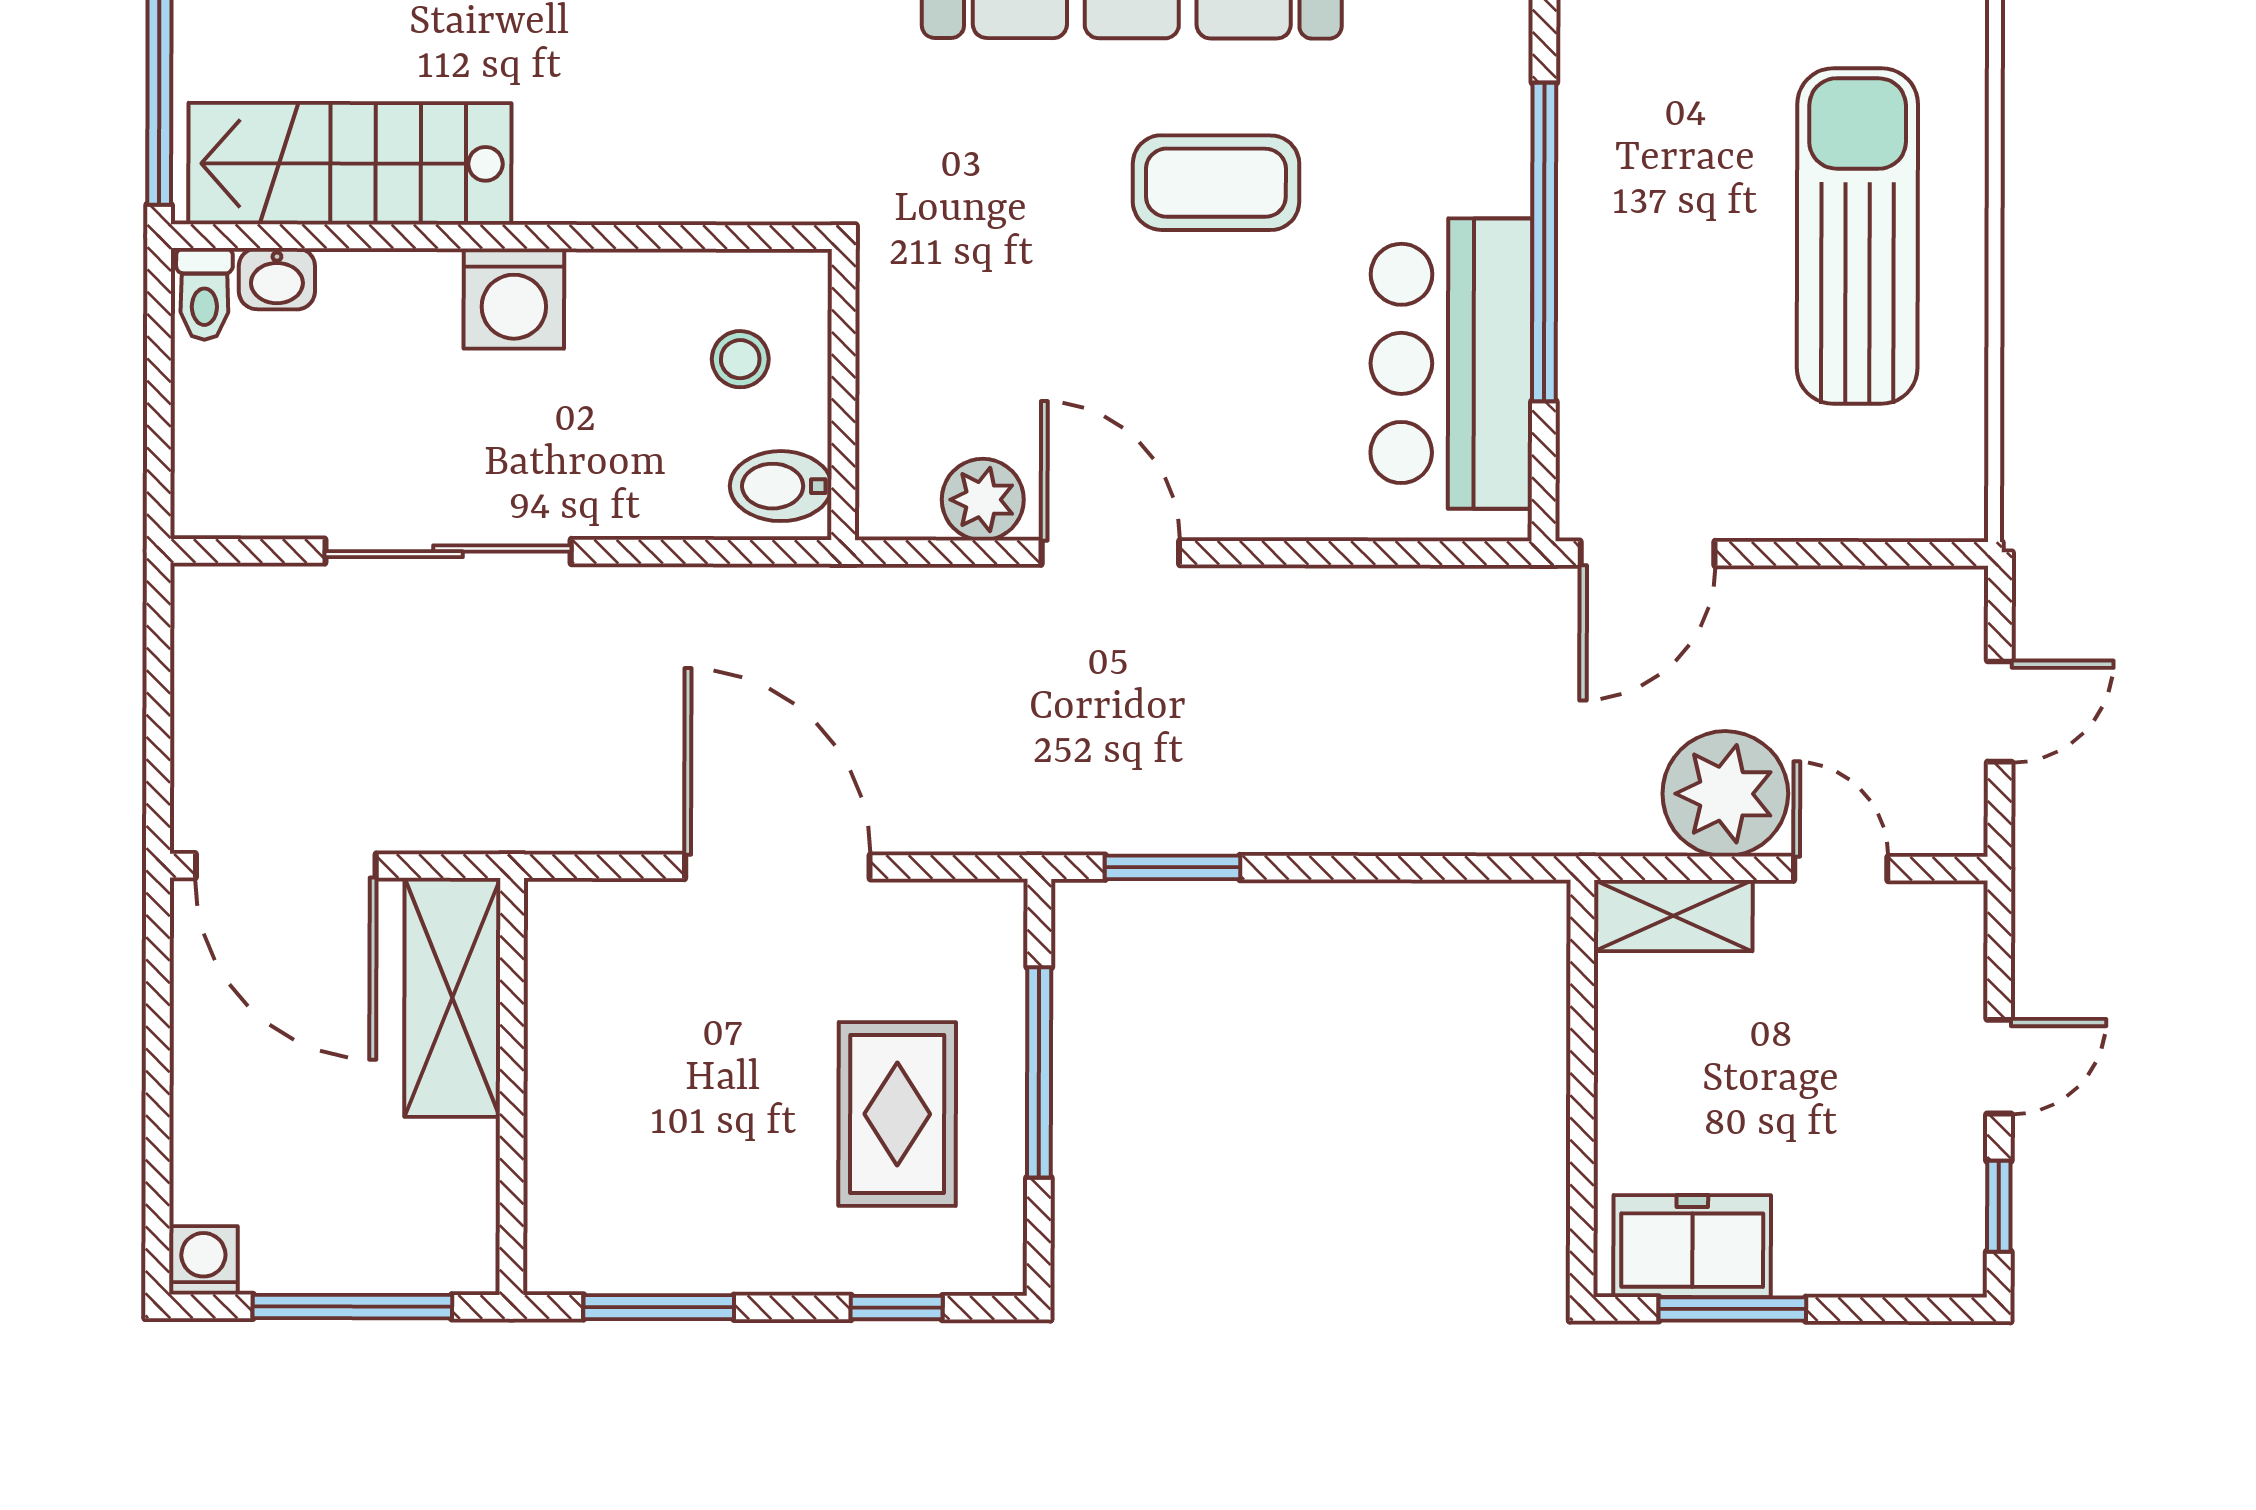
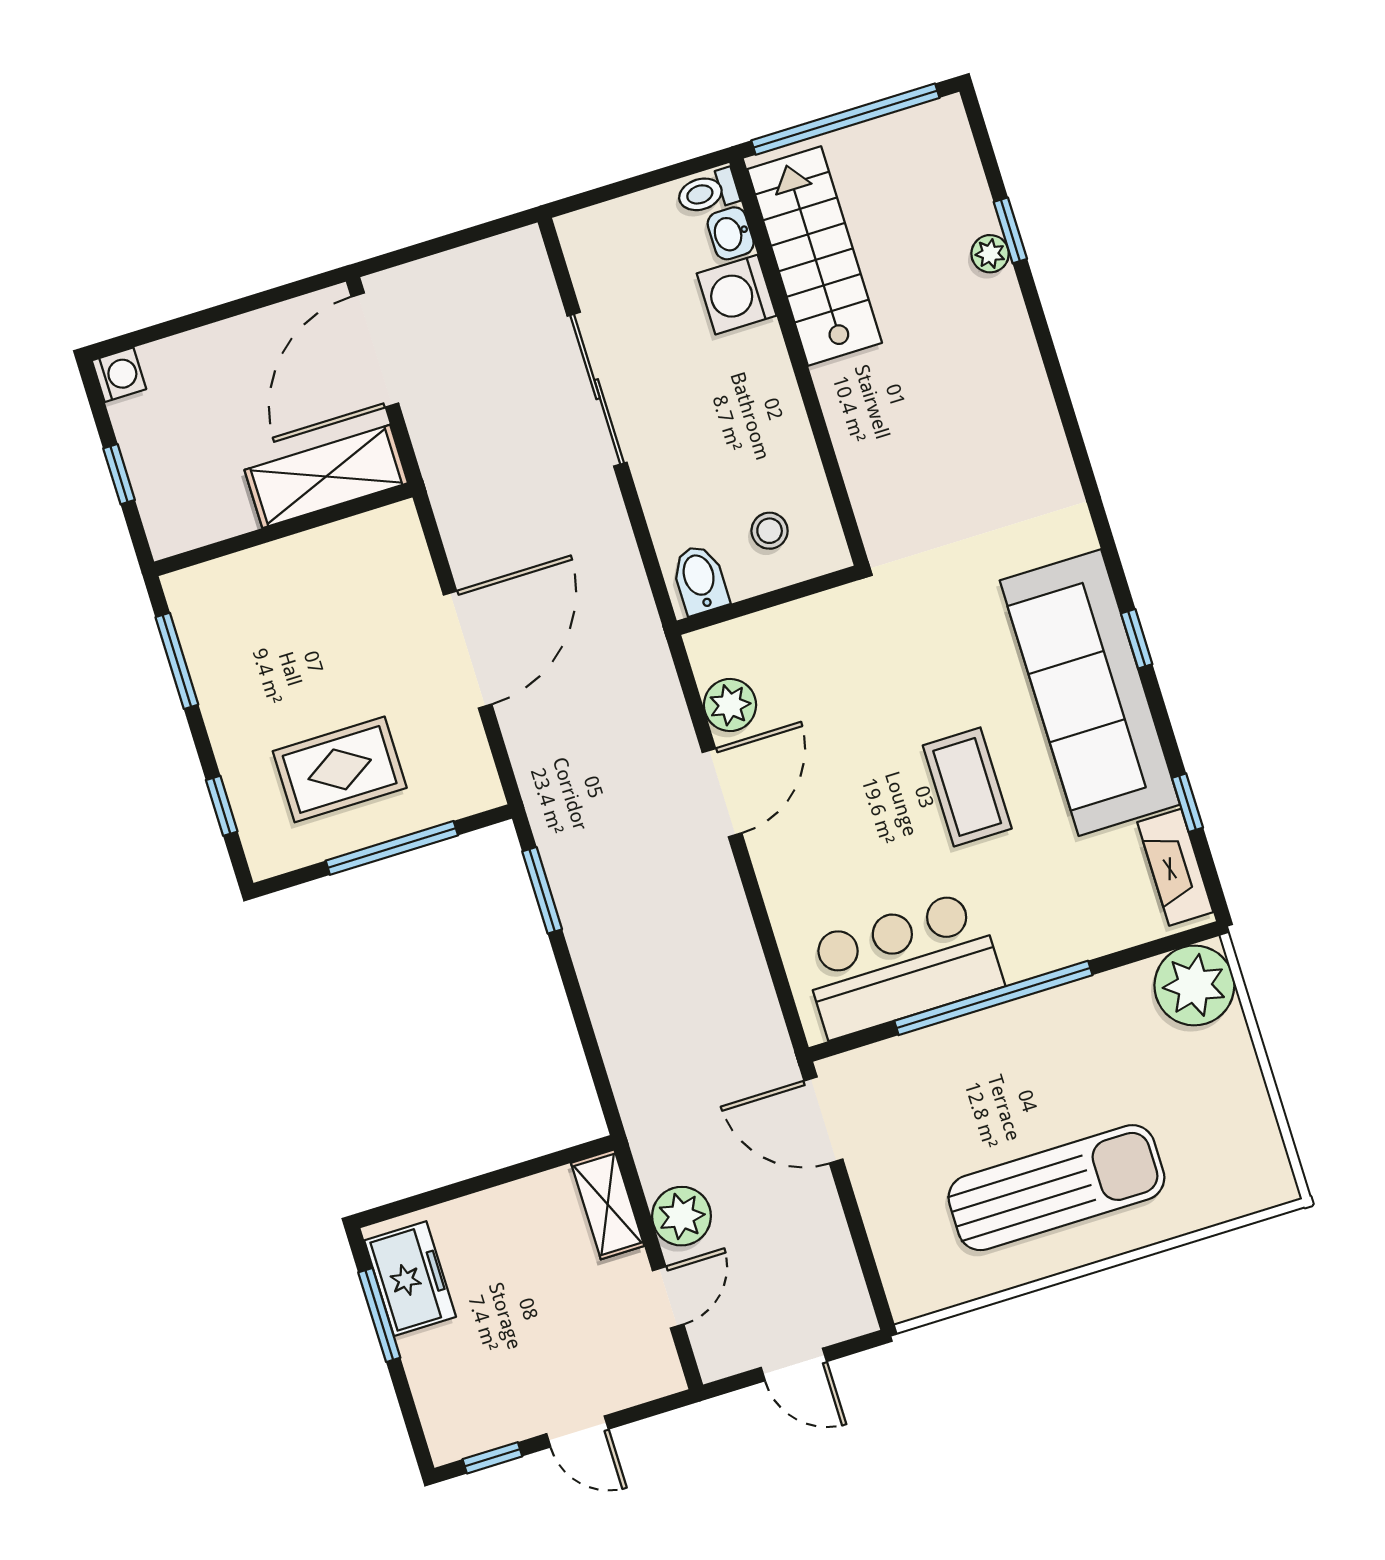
washing machine: (514, 299) -> (737, 295), moved
plant: (1725, 794) -> (682, 1216), width x0.73, depth x0.73
window: (352, 1307) -> (119, 474), width x0.46

